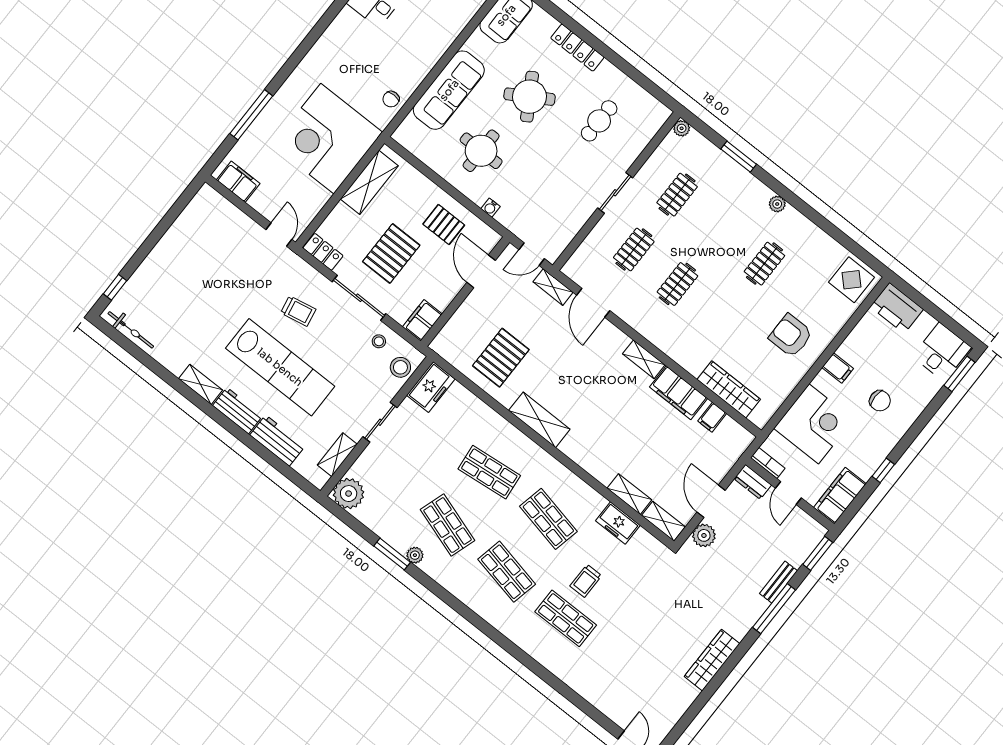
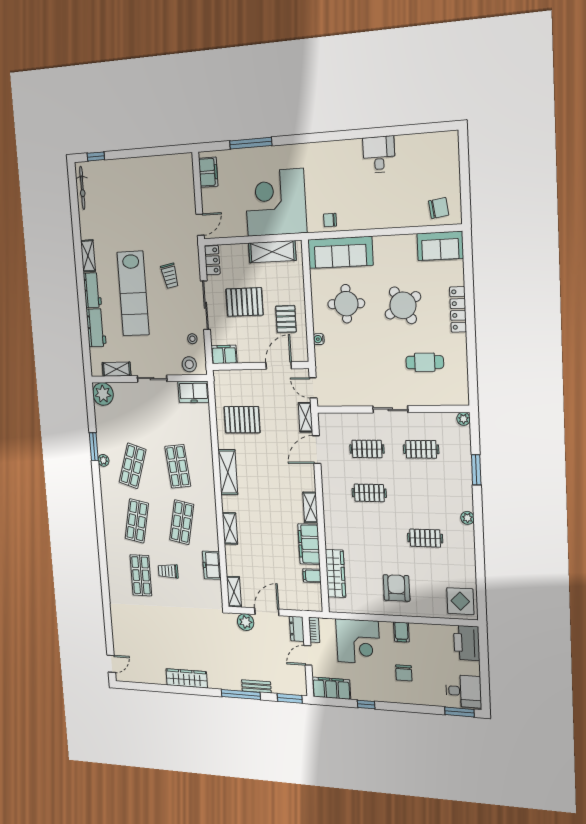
sofa: (449, 90) -> (340, 252), moved
shelving: (629, 494) -> (230, 528), moved

